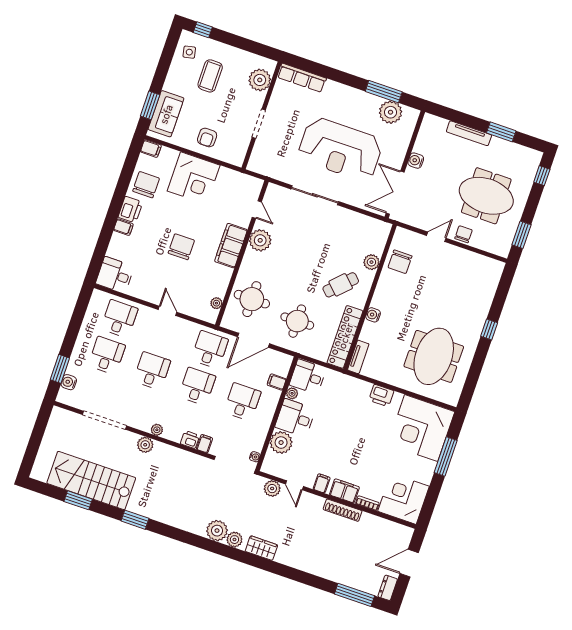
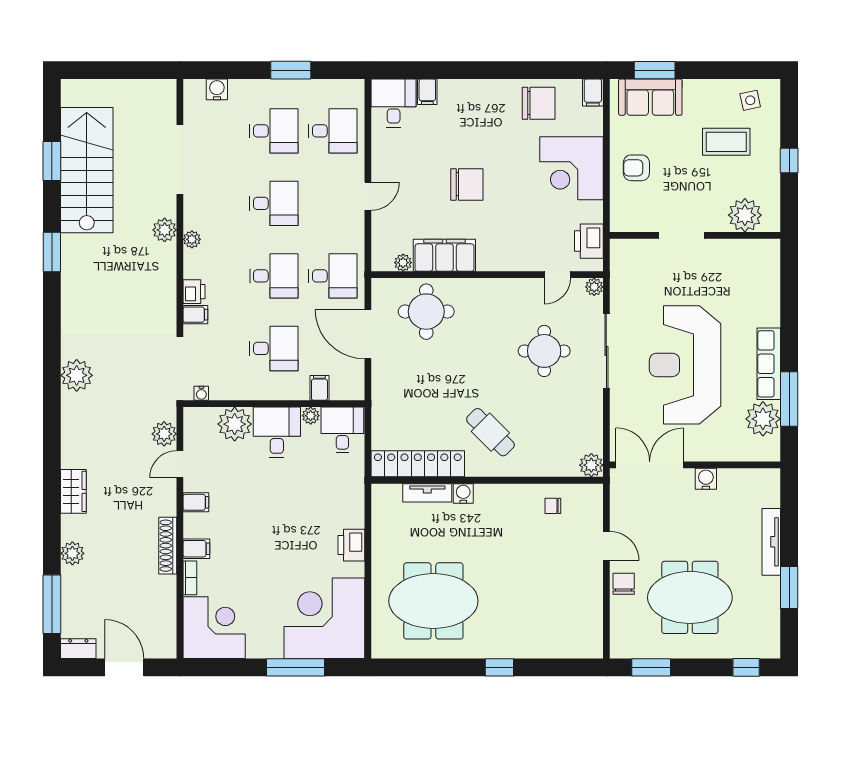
window: (203, 30) -> (789, 160), moved
row of seats: (302, 78) -> (769, 364), moved
meeting table: (486, 196) -> (690, 597), turned 90
printer: (130, 210) -> (589, 241), moved, turned 90
filing cabinet: (123, 227) -> (427, 92), moved
chair: (464, 234) -> (624, 584), turned -90
plant: (260, 240) -> (594, 287), moved, width x0.53, depth x0.53
filing cabinet: (231, 246) -> (444, 255), moved
plant: (371, 262) -> (591, 465), moved
chair: (400, 262) -> (553, 506), width x0.54, depth x0.54
round table: (297, 321) -> (544, 351), moved
tv unit: (358, 357) -> (427, 493), moved
window: (60, 369) -> (291, 70), moved
filing cabinet: (344, 491) -> (196, 549), width x0.50
plant: (234, 540) -> (72, 553), moved
wardrobe: (261, 548) -> (73, 491), moved

